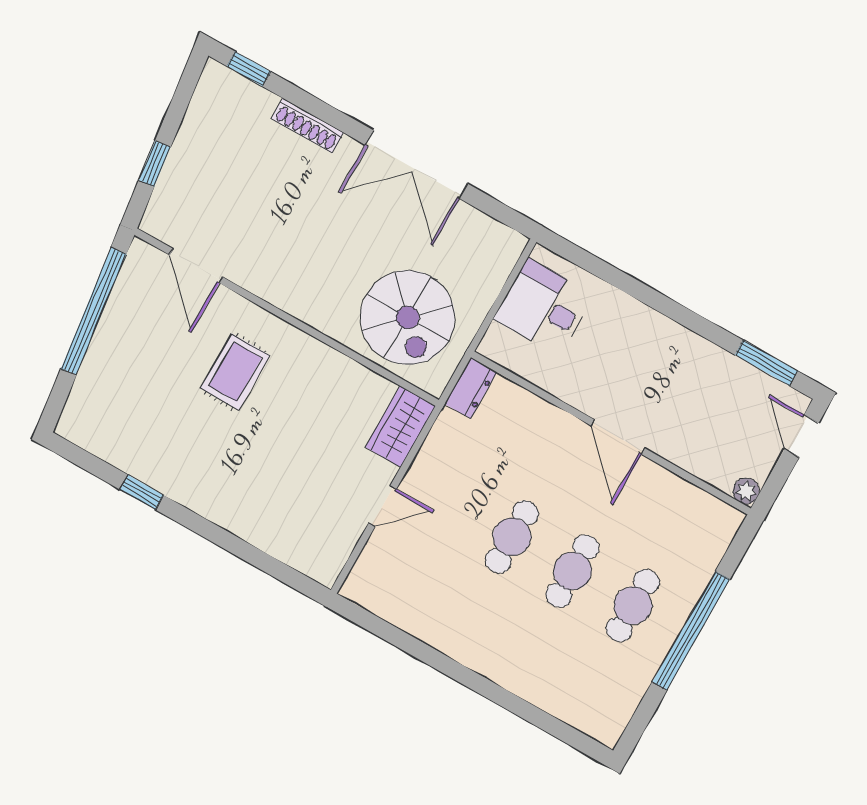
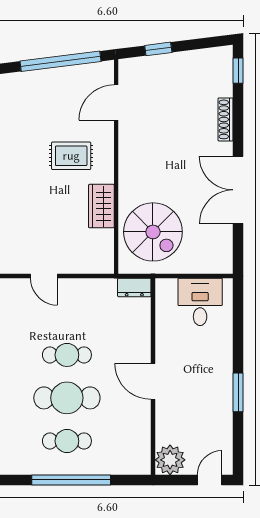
spiral stairs: (408, 317) -> (153, 232), turned -90
window: (766, 363) -> (238, 392), moved
wardrobe: (400, 426) -> (101, 206), moved, turned -90
door: (618, 437) -> (153, 381), hinge flipped
plant: (746, 491) -> (170, 460), width x1.87, depth x1.87
cafe table: (572, 571) -> (67, 398), width x1.37, depth x1.35

